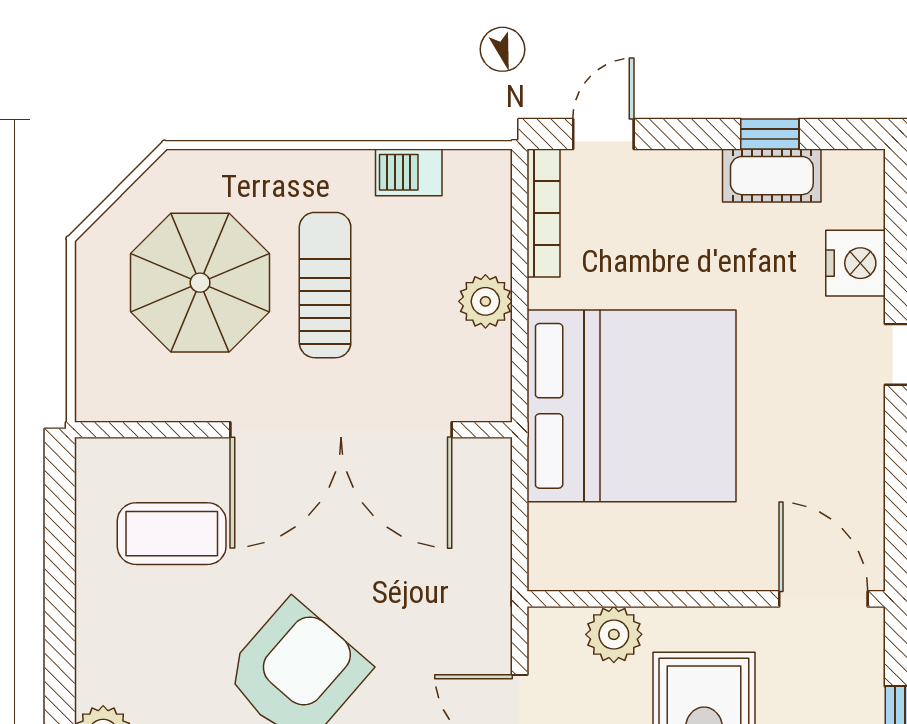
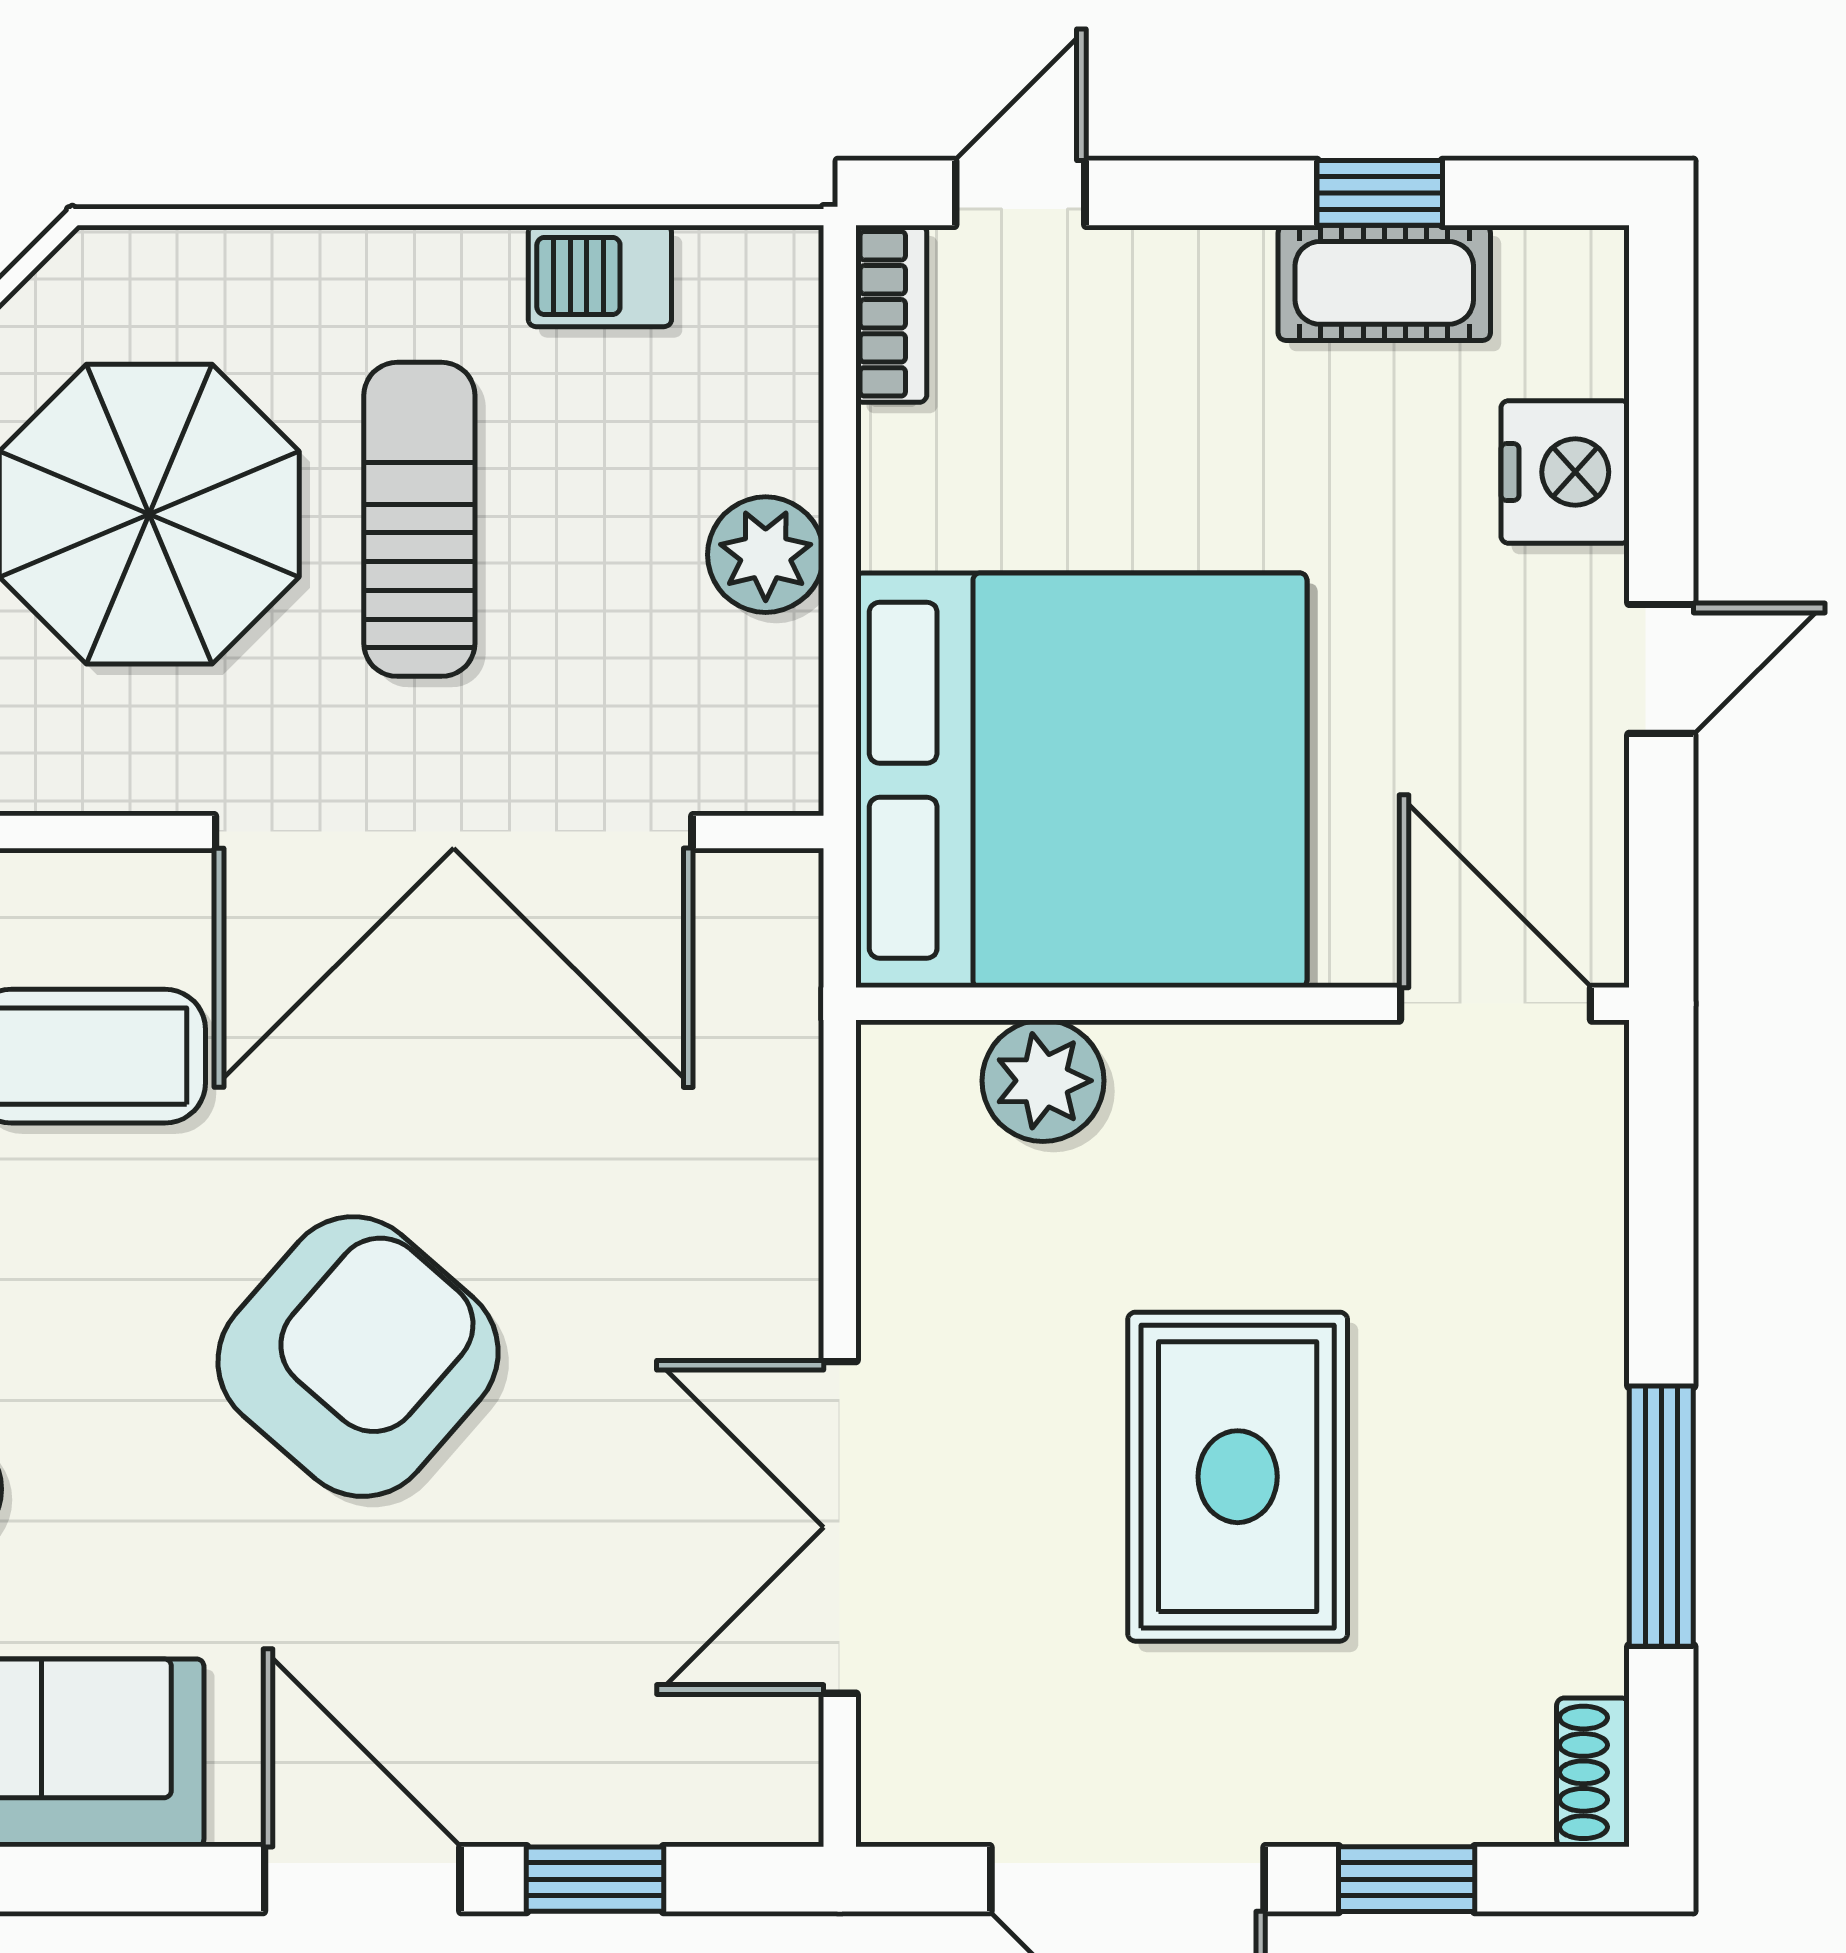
bookcase: (544, 213) -> (891, 314), width x0.64
wall: (706, 599) -> (1242, 1004), moved
door: (823, 599) -> (1496, 1004), moved
plant: (614, 634) -> (1043, 1081), moved

